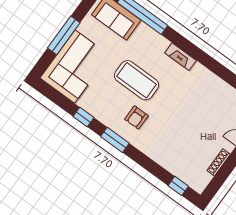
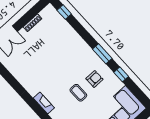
coffee table: (137, 80) -> (78, 93), width x0.54, depth x0.58
armchair: (136, 117) -> (94, 79), moved

